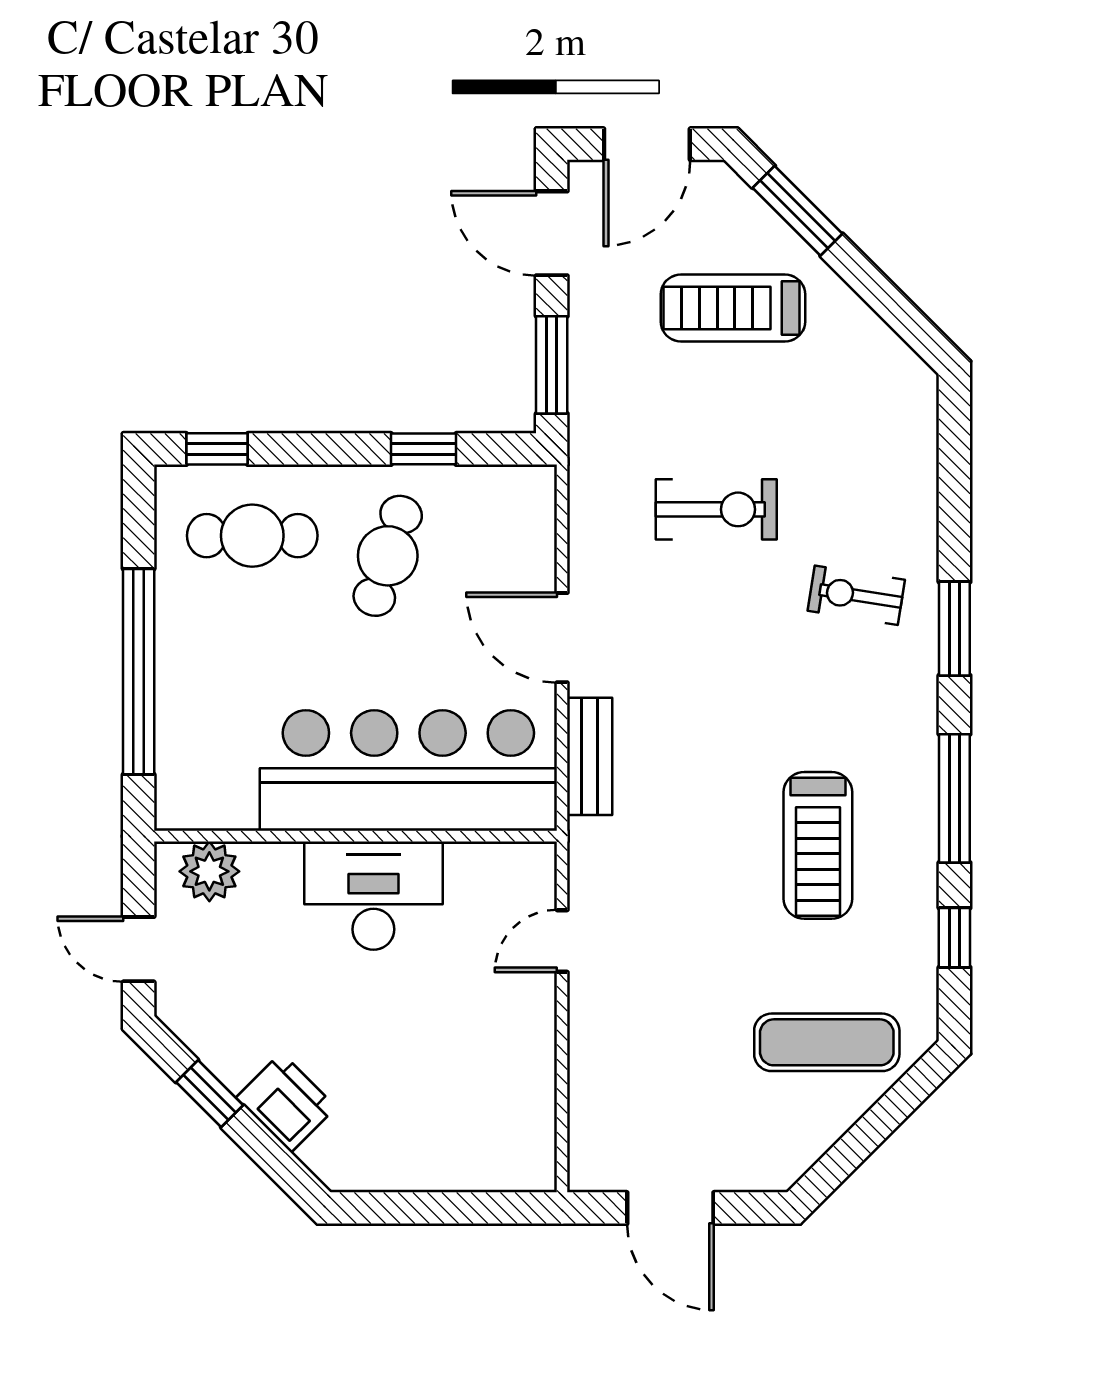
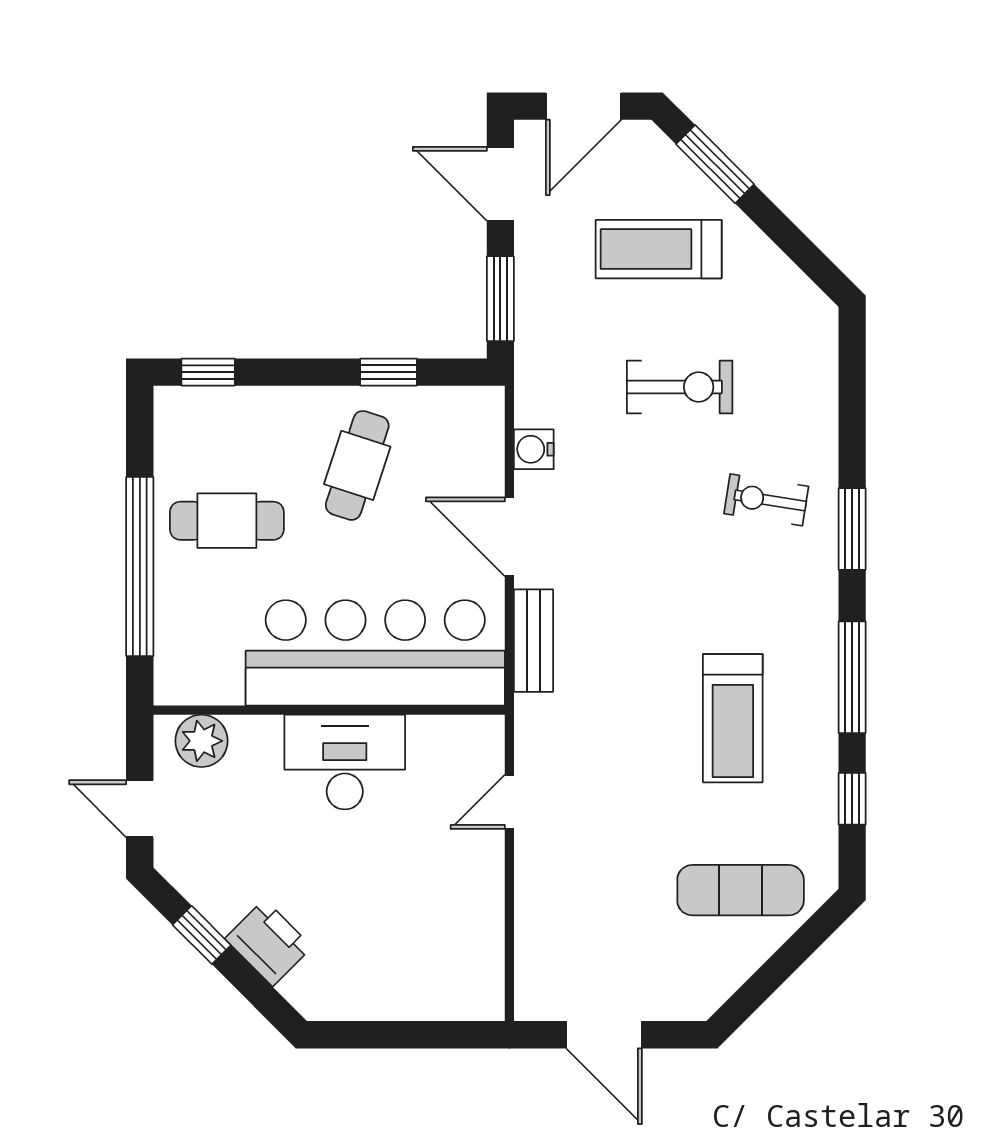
exercise bike: (716, 509) -> (680, 387), moved
cafe table: (252, 536) -> (227, 521), moved
water cooler: (590, 537) -> (534, 449), added

